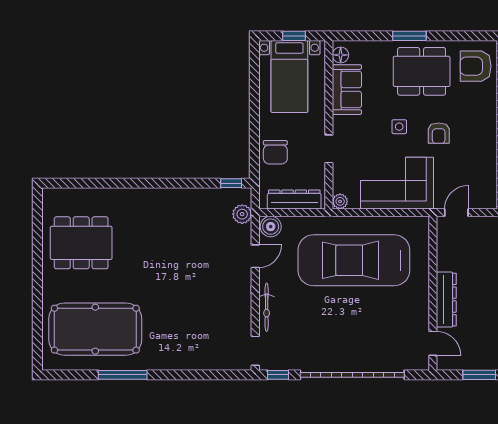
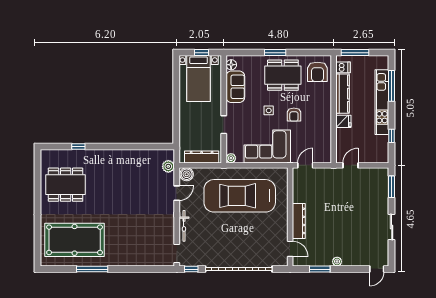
armchair: (476, 66) -> (317, 72), turned -90
chair: (275, 152) -> (190, 127), removed
window: (231, 183) -> (78, 146), moved

